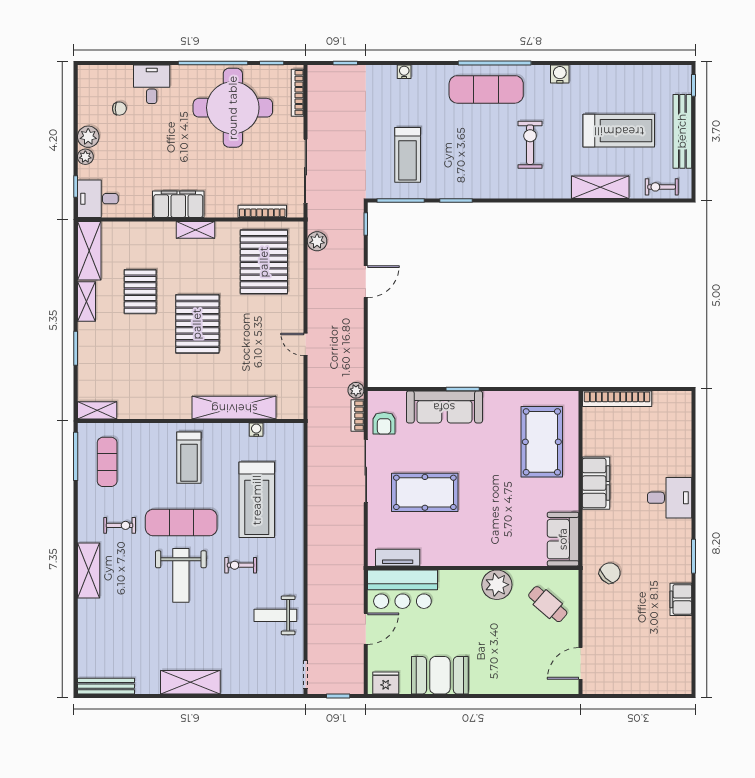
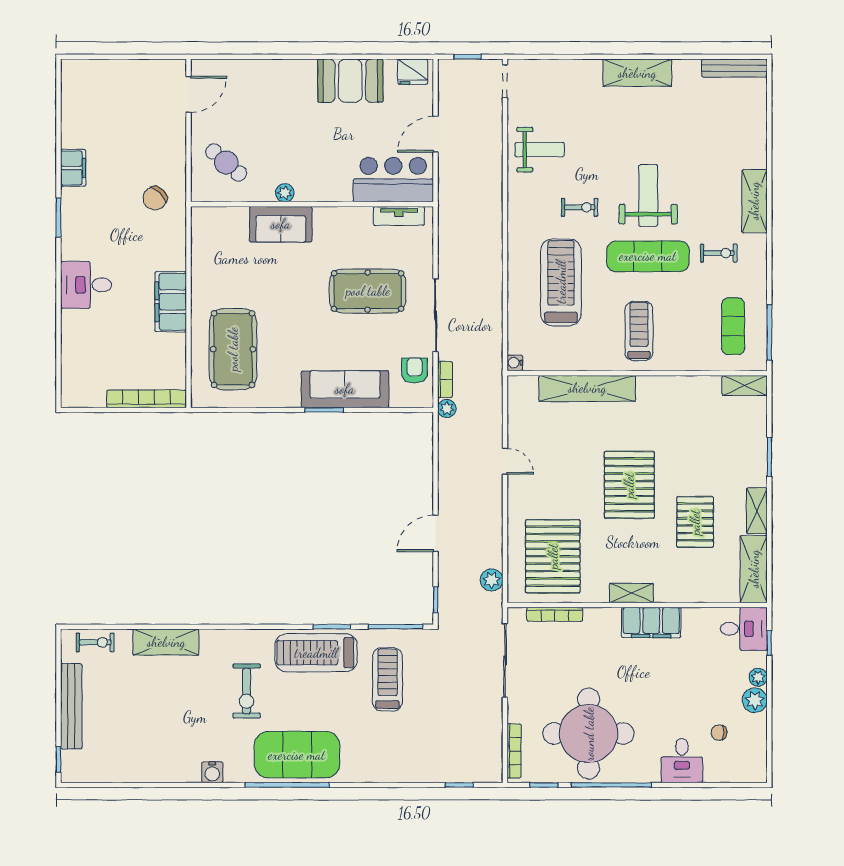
water cooler: (404, 72) -> (391, 775), removed
exercise mat: (486, 89) -> (297, 755), width x1.47
treadmill: (619, 131) -> (316, 653), moved
water cooler: (256, 430) -> (515, 363), moved, turned 90
exercise bike: (120, 525) -> (719, 253), turned 180
sofa: (563, 539) -> (281, 224), moved, turned 90
plant: (497, 585) -> (285, 193), width x0.53, depth x0.53

